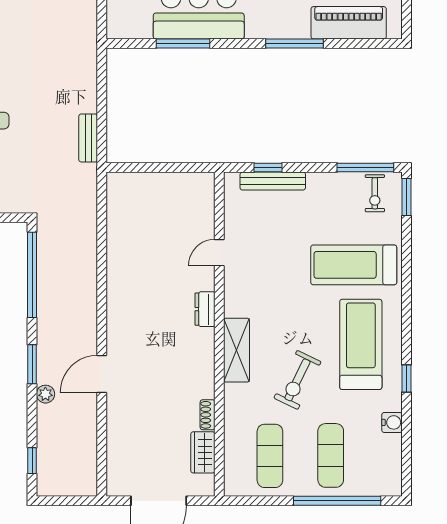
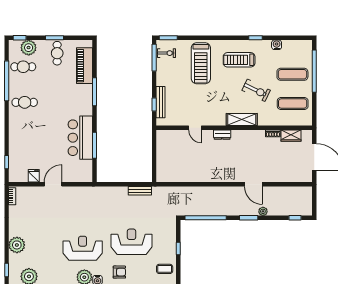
treadmill: (361, 344) -> (239, 60), width x0.73, depth x0.73

